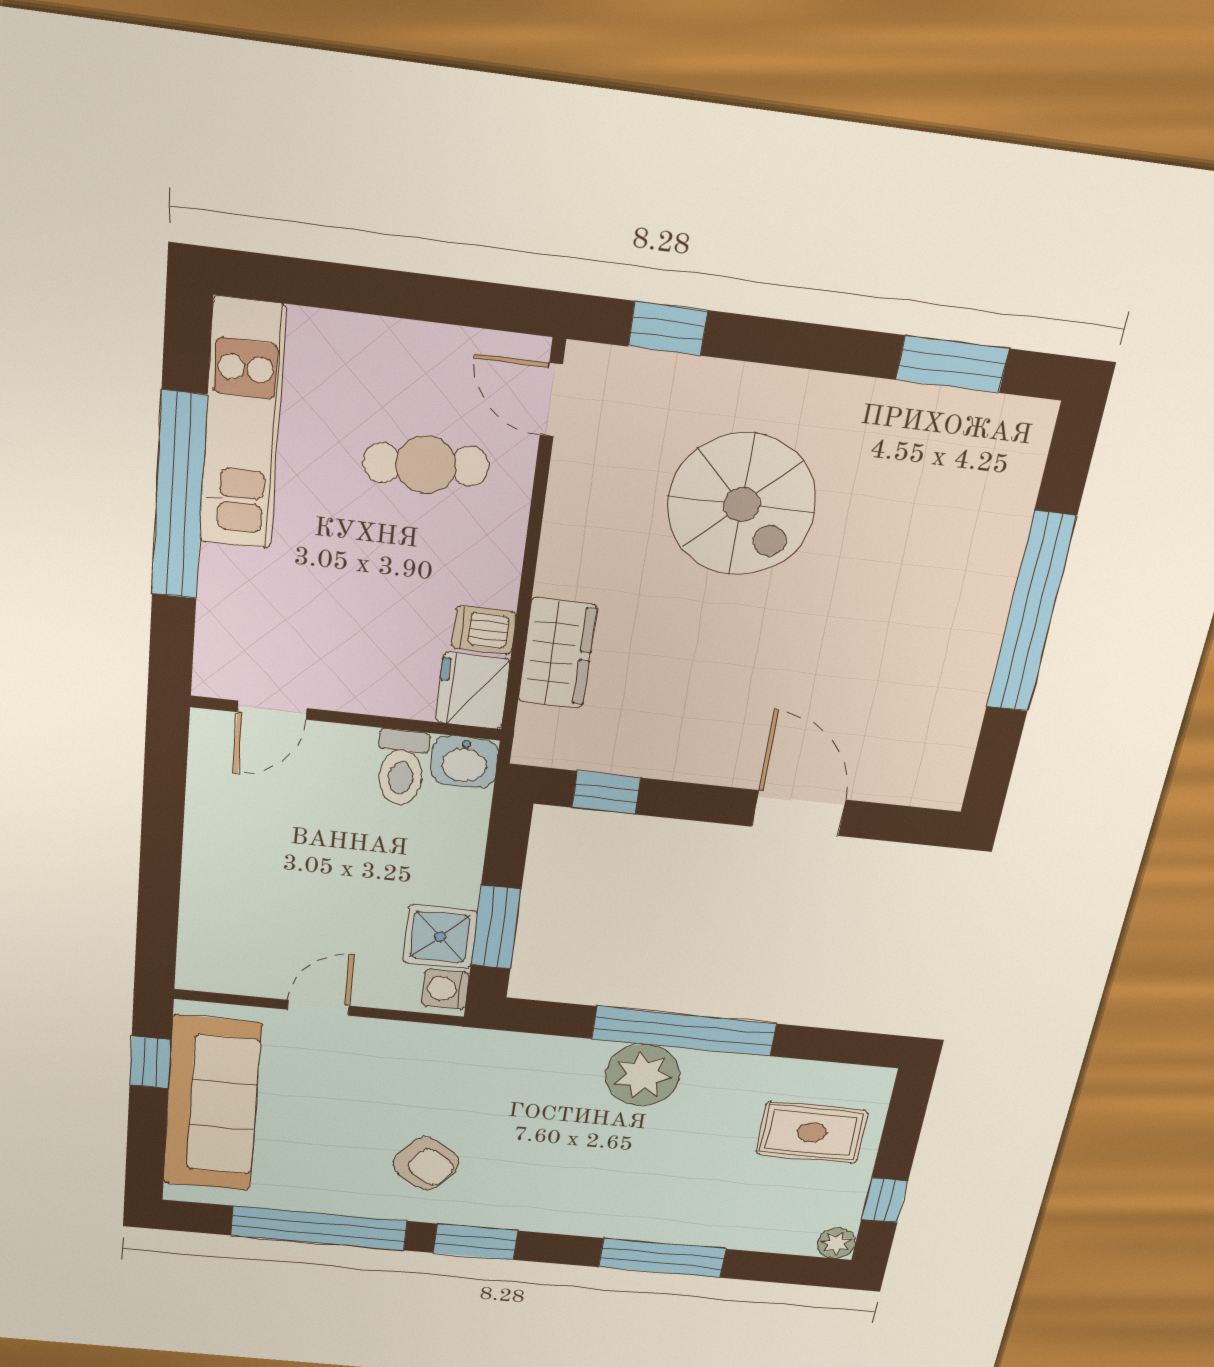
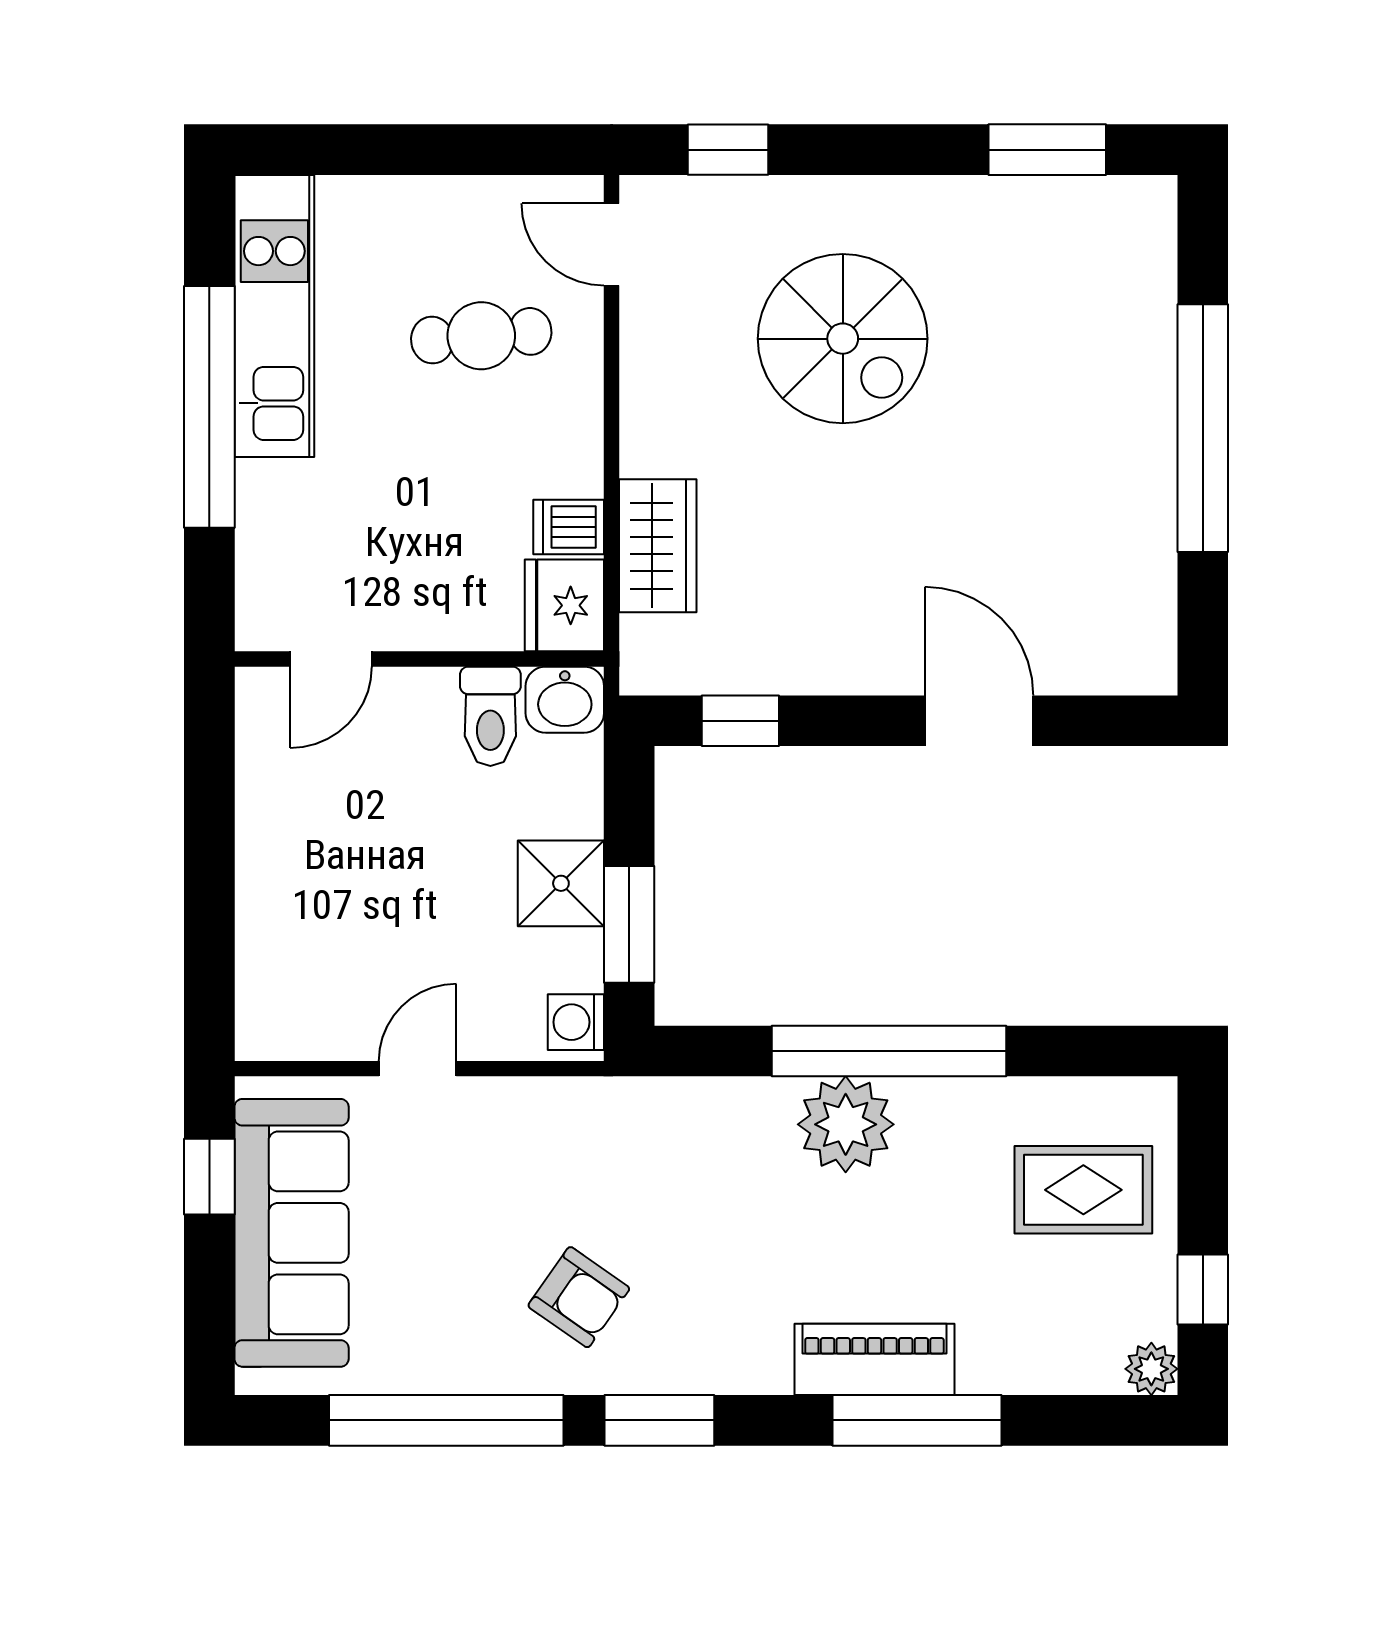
shower: (440, 937) -> (561, 883), moved
piano: (638, 1220) -> (874, 1359), added

